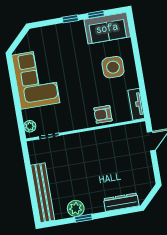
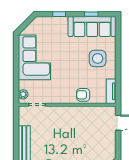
window: (70, 19) -> (59, 14), moved
sofa: (107, 28) -> (92, 26), width x1.36

